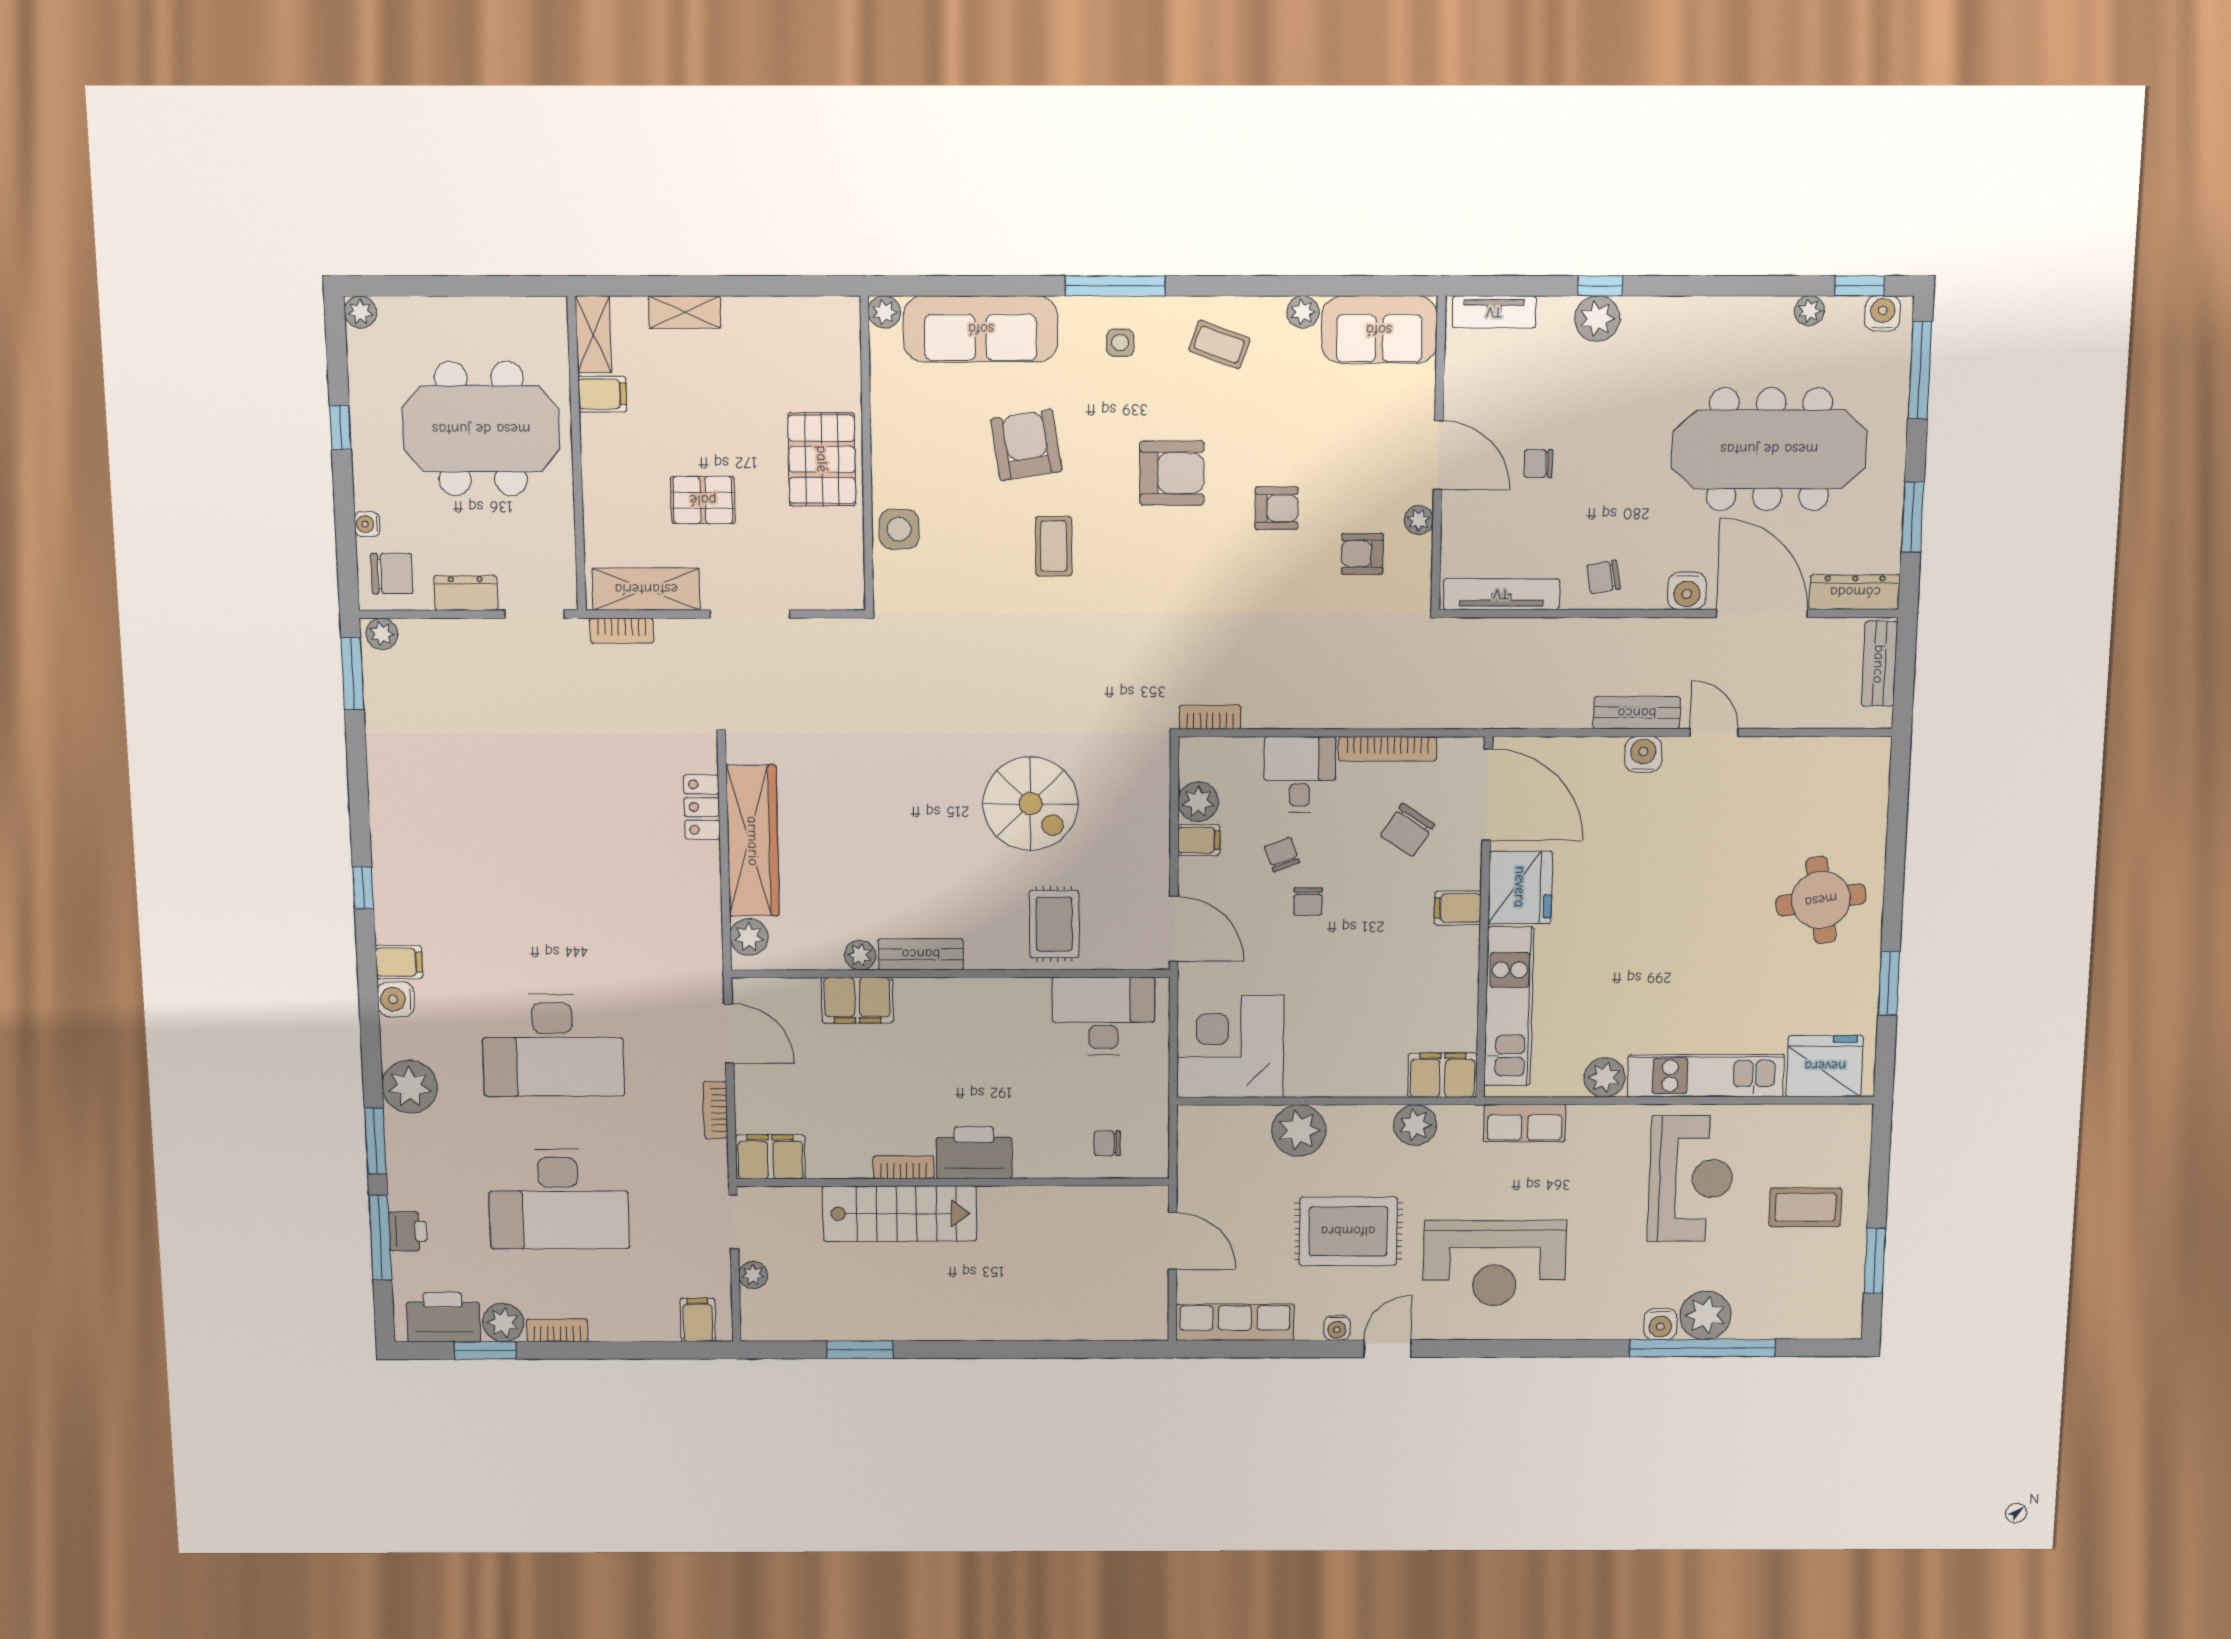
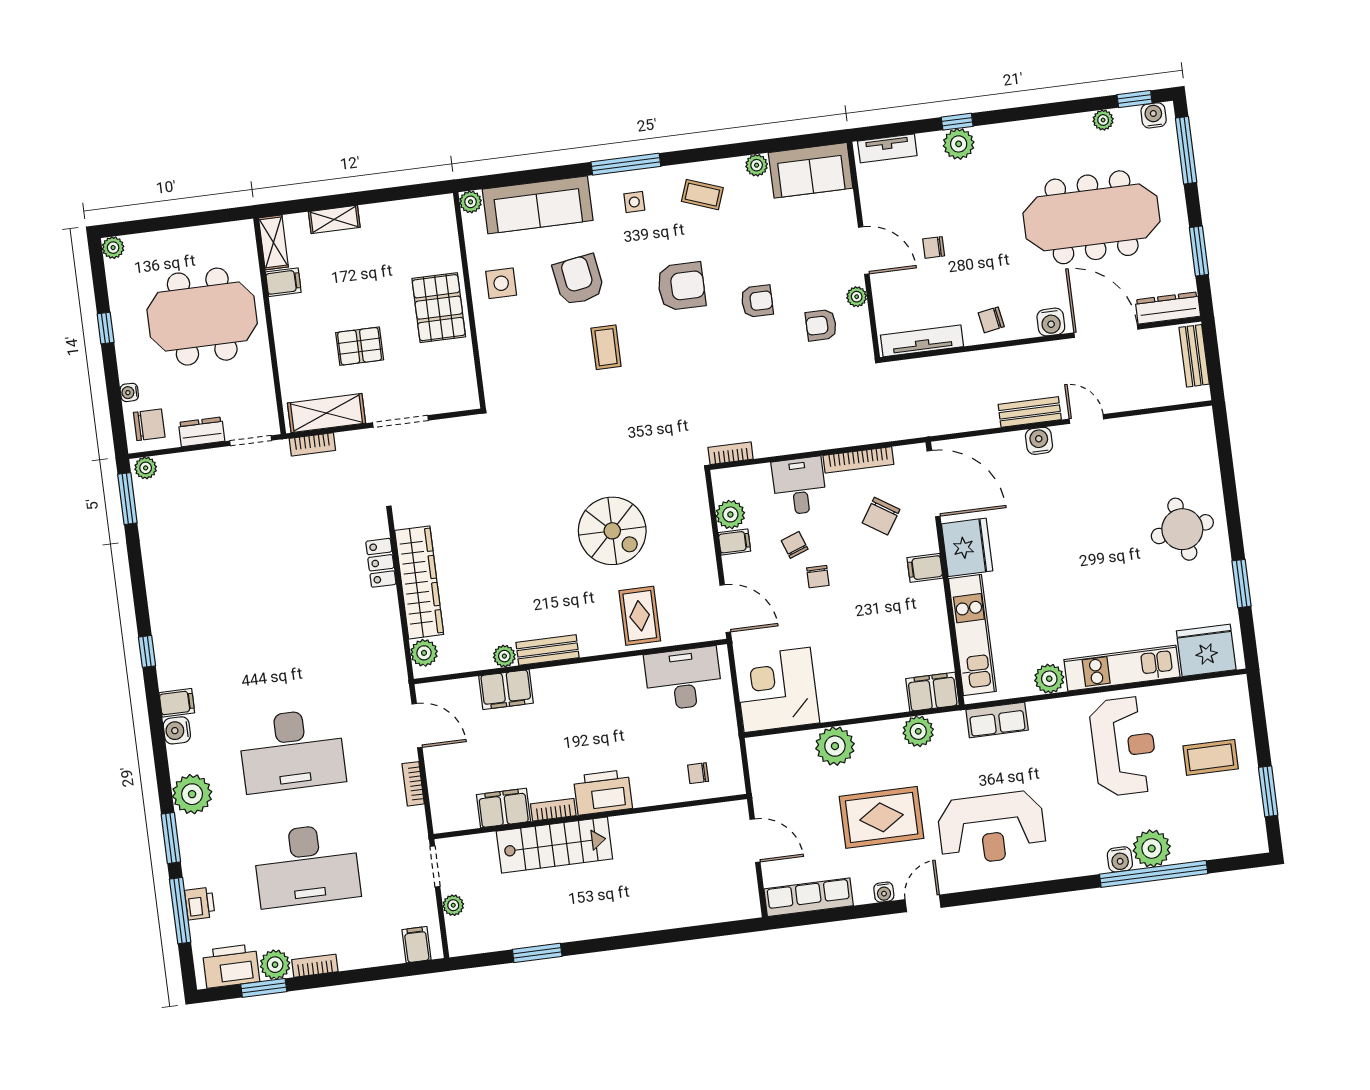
side table: (899, 529) -> (501, 283), moved
filing cabinet: (770, 1157) -> (503, 808), moved

